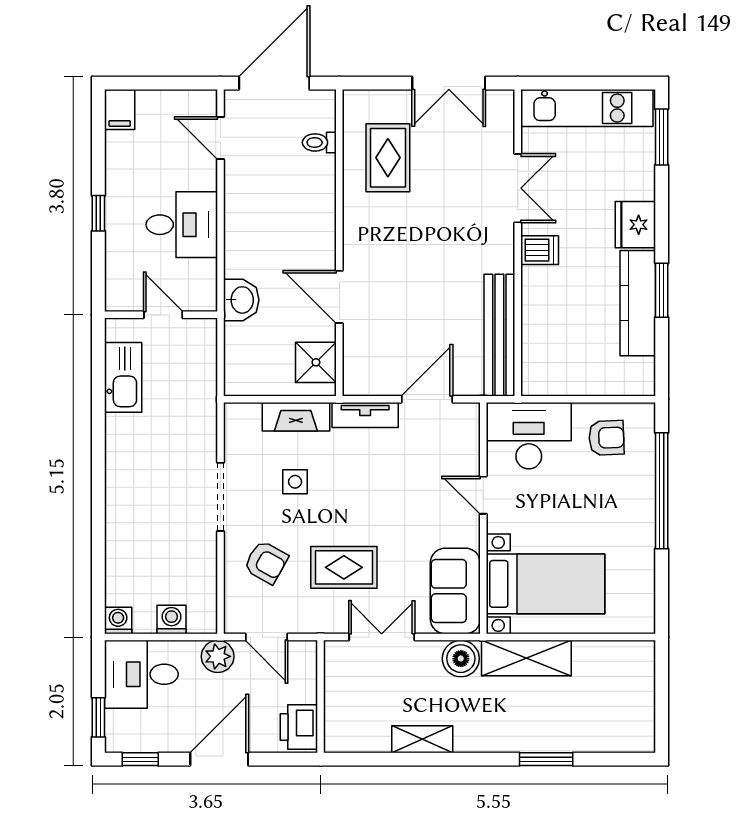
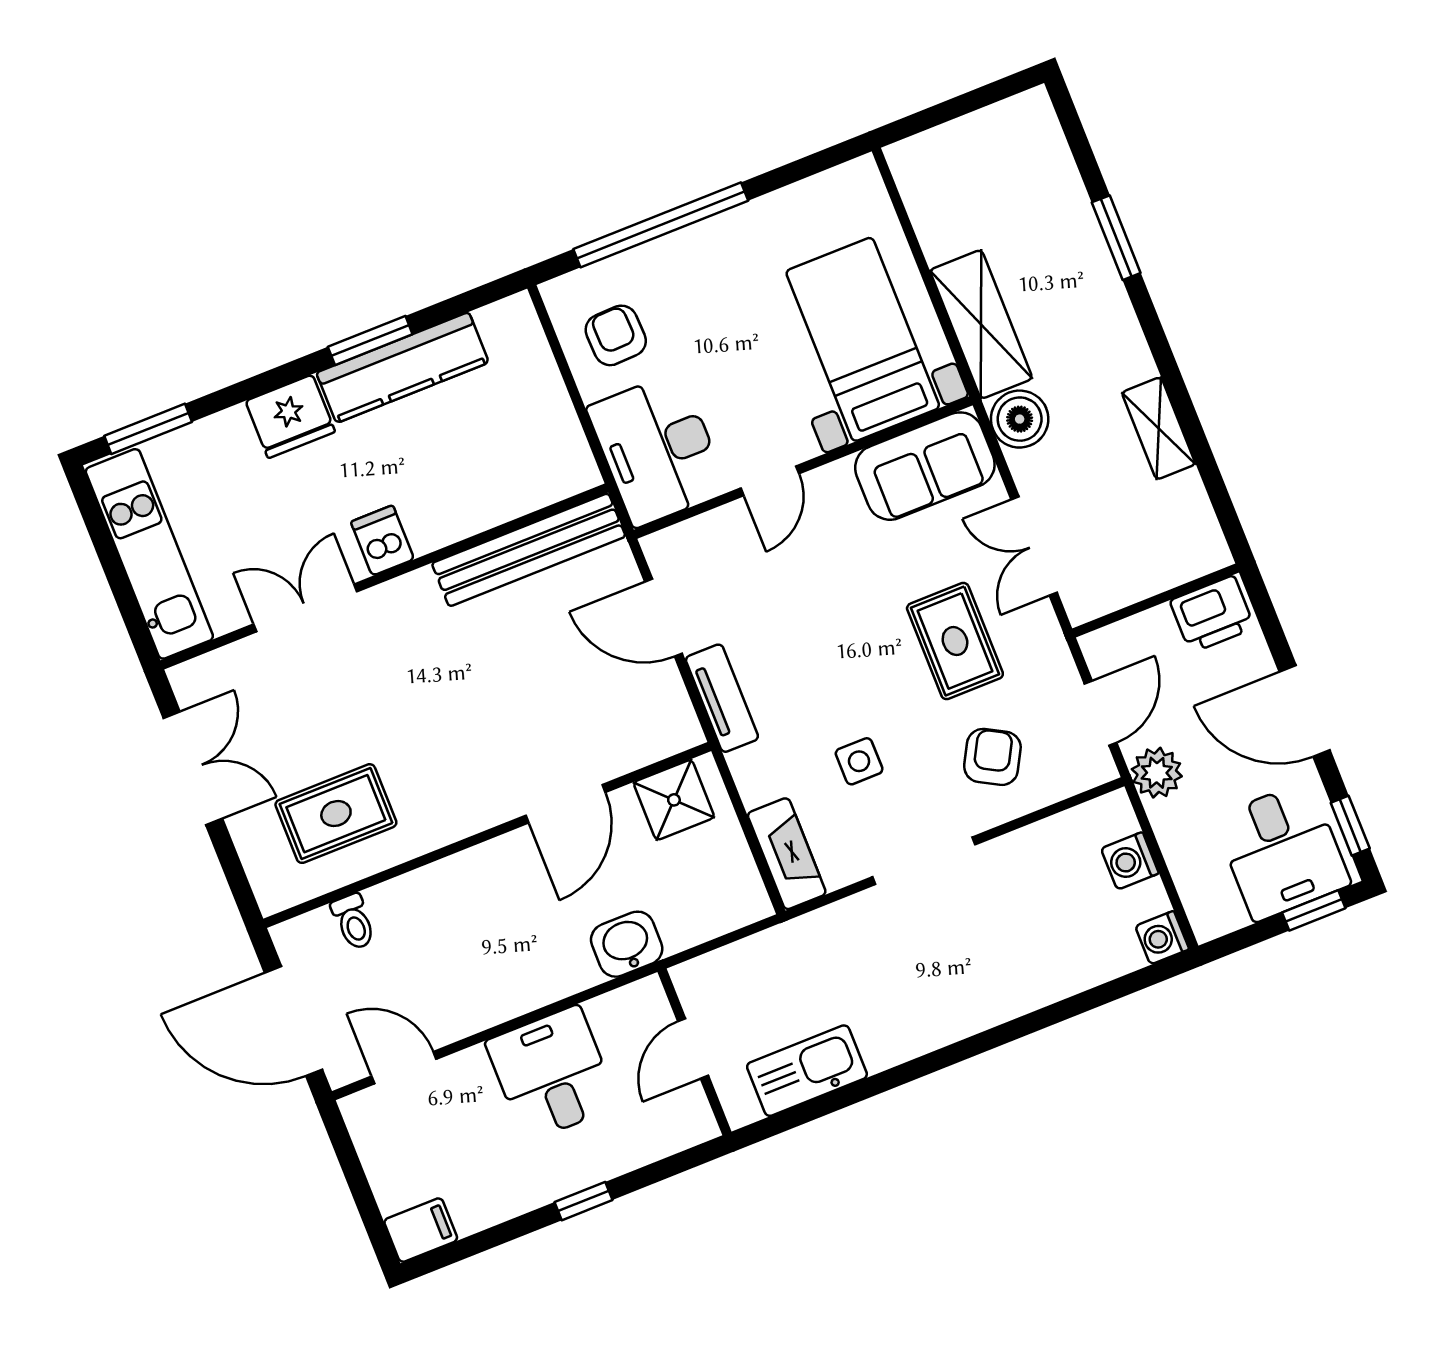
door: (220, 138) -> (404, 1068), swing flipped
fireplace: (296, 417) -> (787, 854), moved
desk: (141, 674) -> (1282, 851), moved

